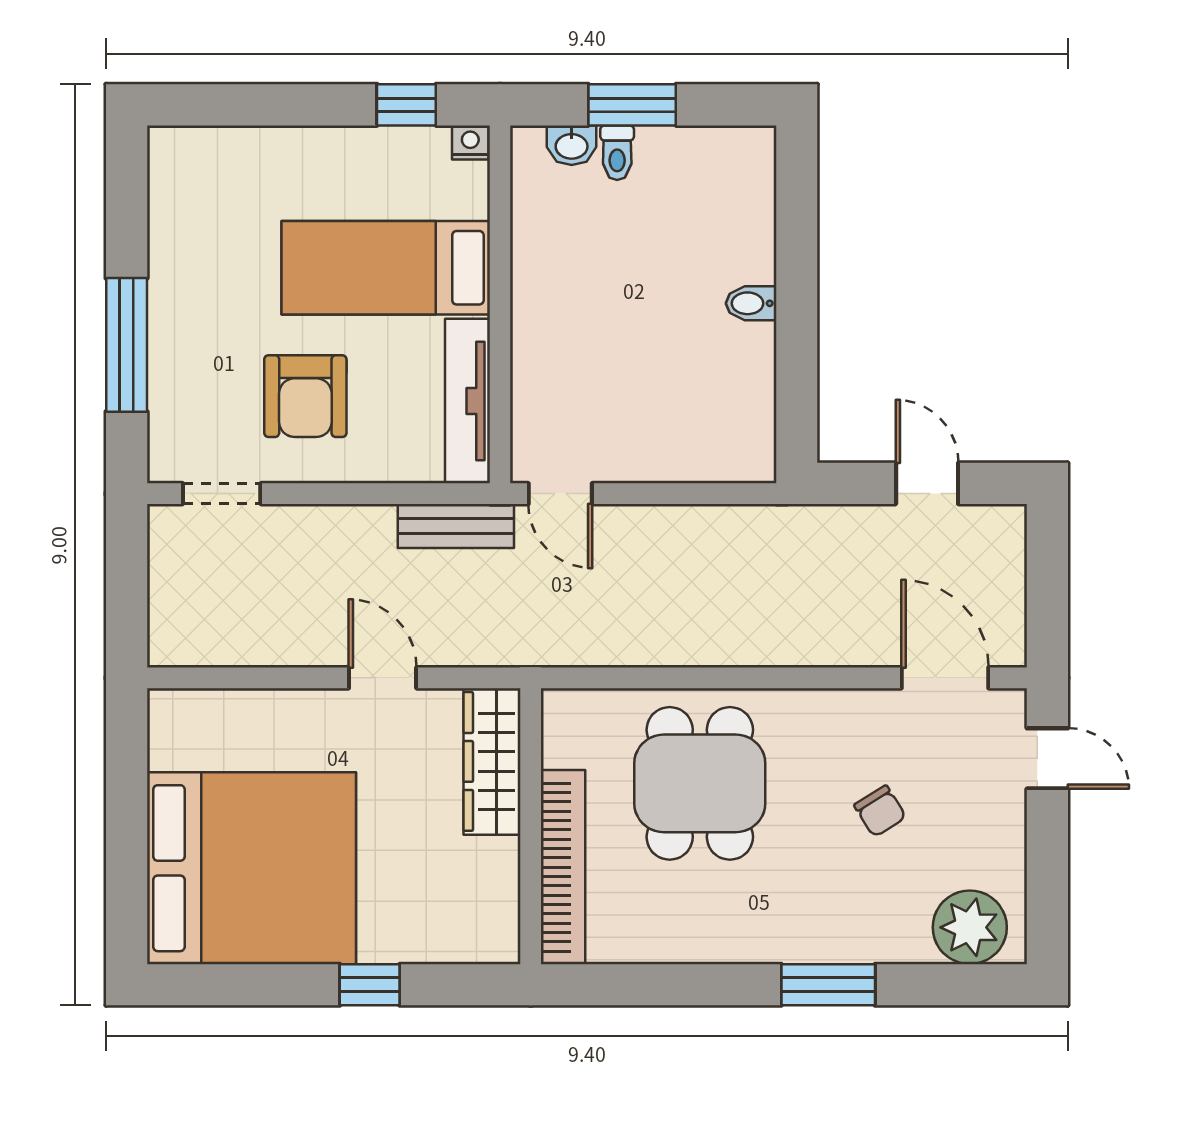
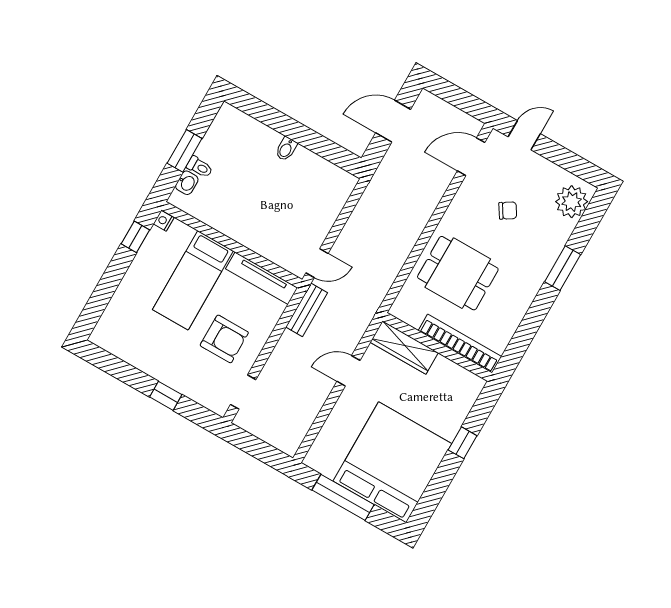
window: (127, 345) -> (166, 396), width x0.46
door: (927, 483) -> (393, 121), width x1.38
window: (127, 810) -> (343, 497), added

